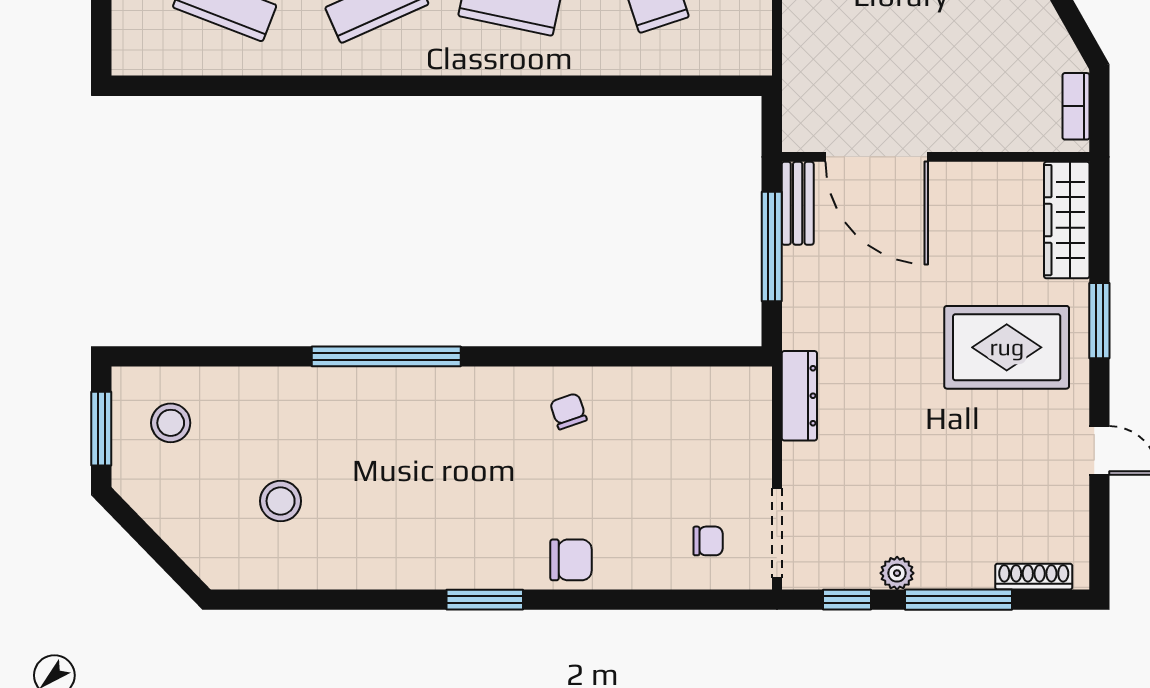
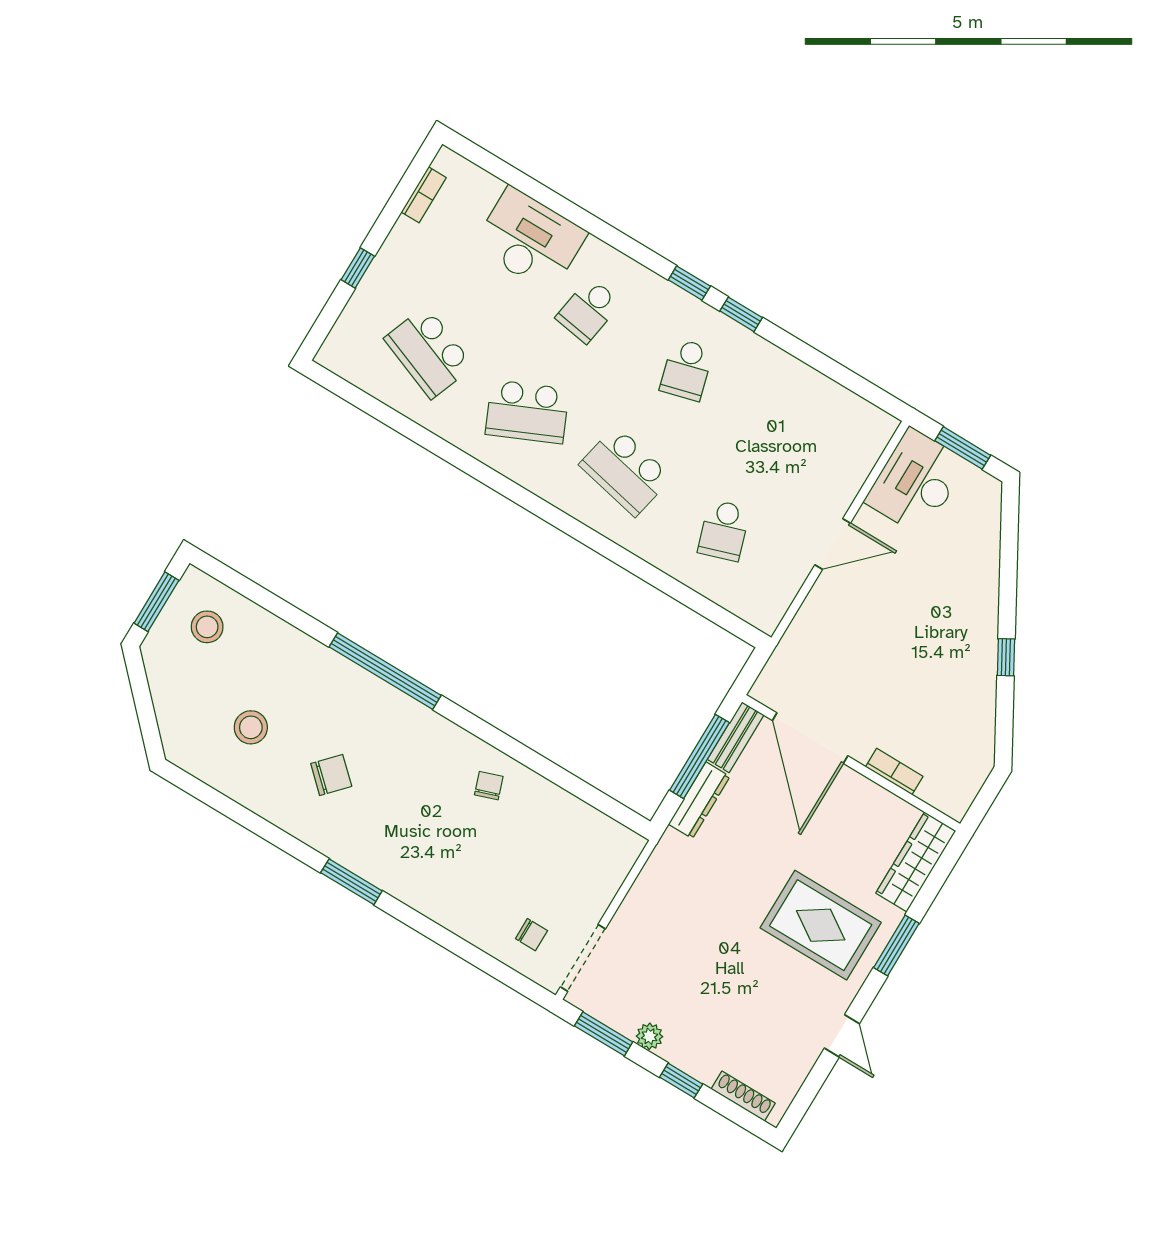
bookcase: (1076, 106) -> (894, 772), moved, turned 90
dresser: (799, 396) -> (699, 800), moved
chair: (571, 560) -> (331, 775), moved, turned -47
window: (847, 600) -> (604, 1034), width x1.50
window: (958, 600) -> (681, 1081), width x0.46

